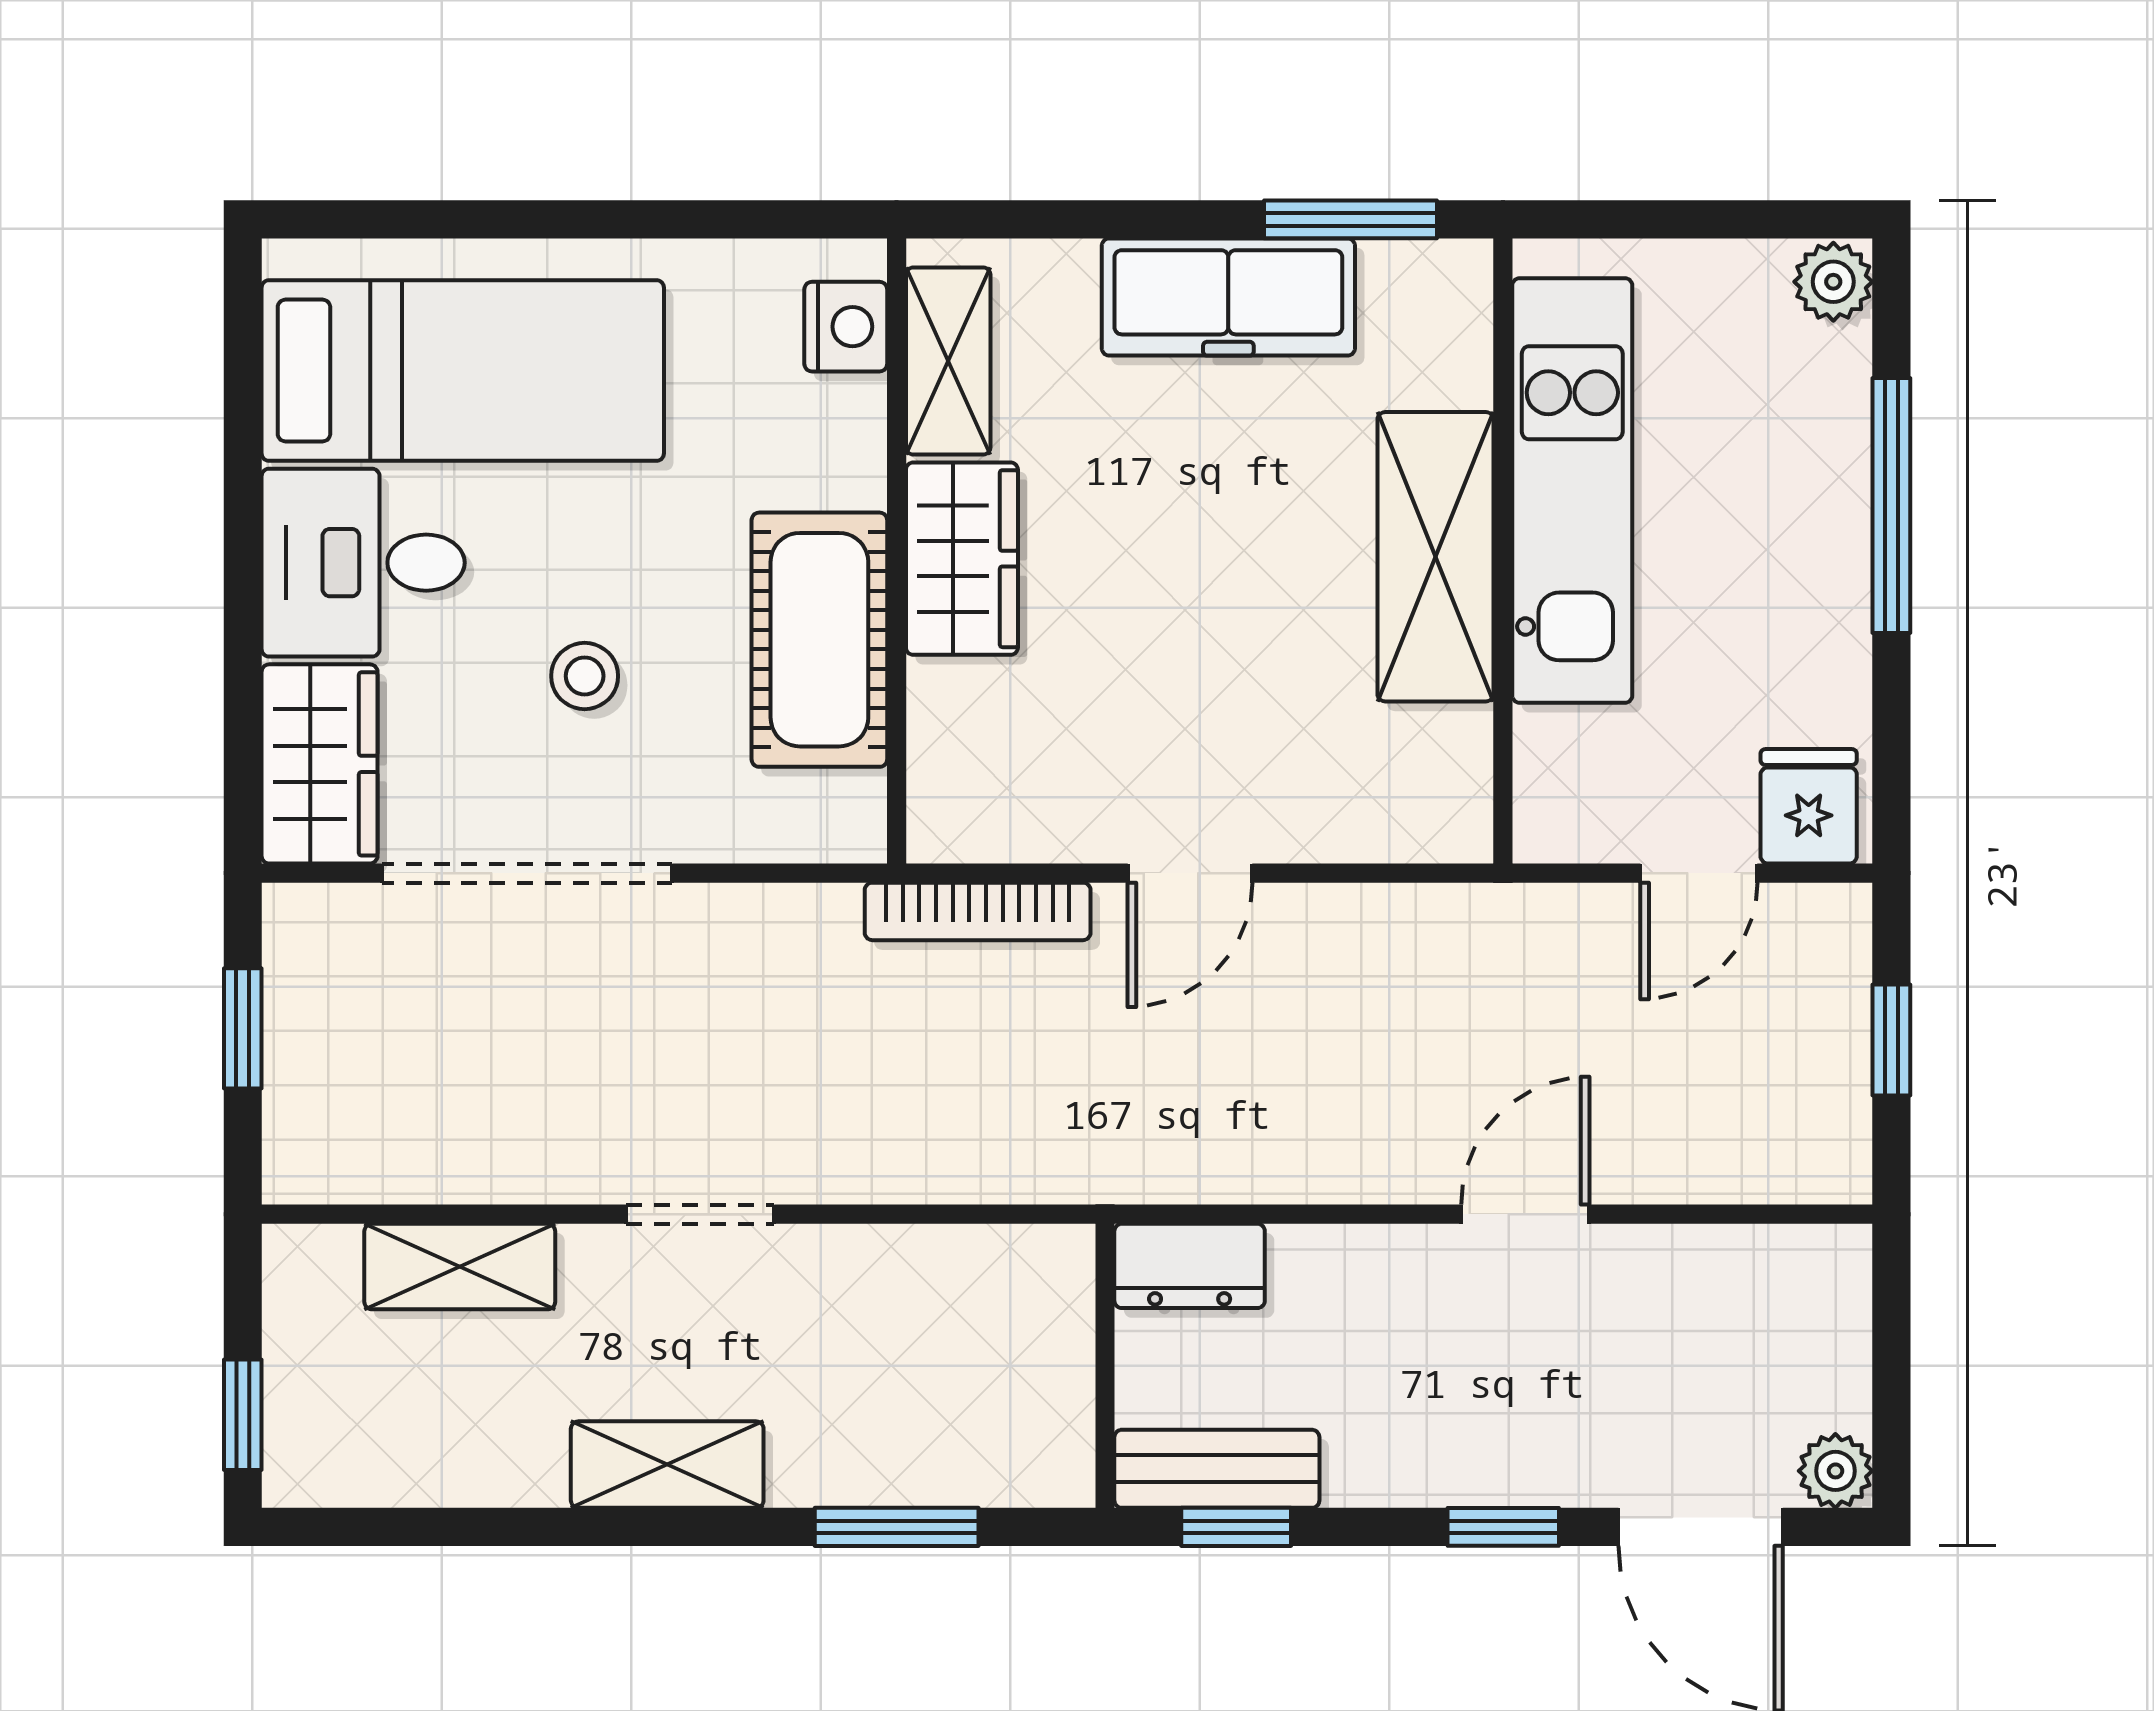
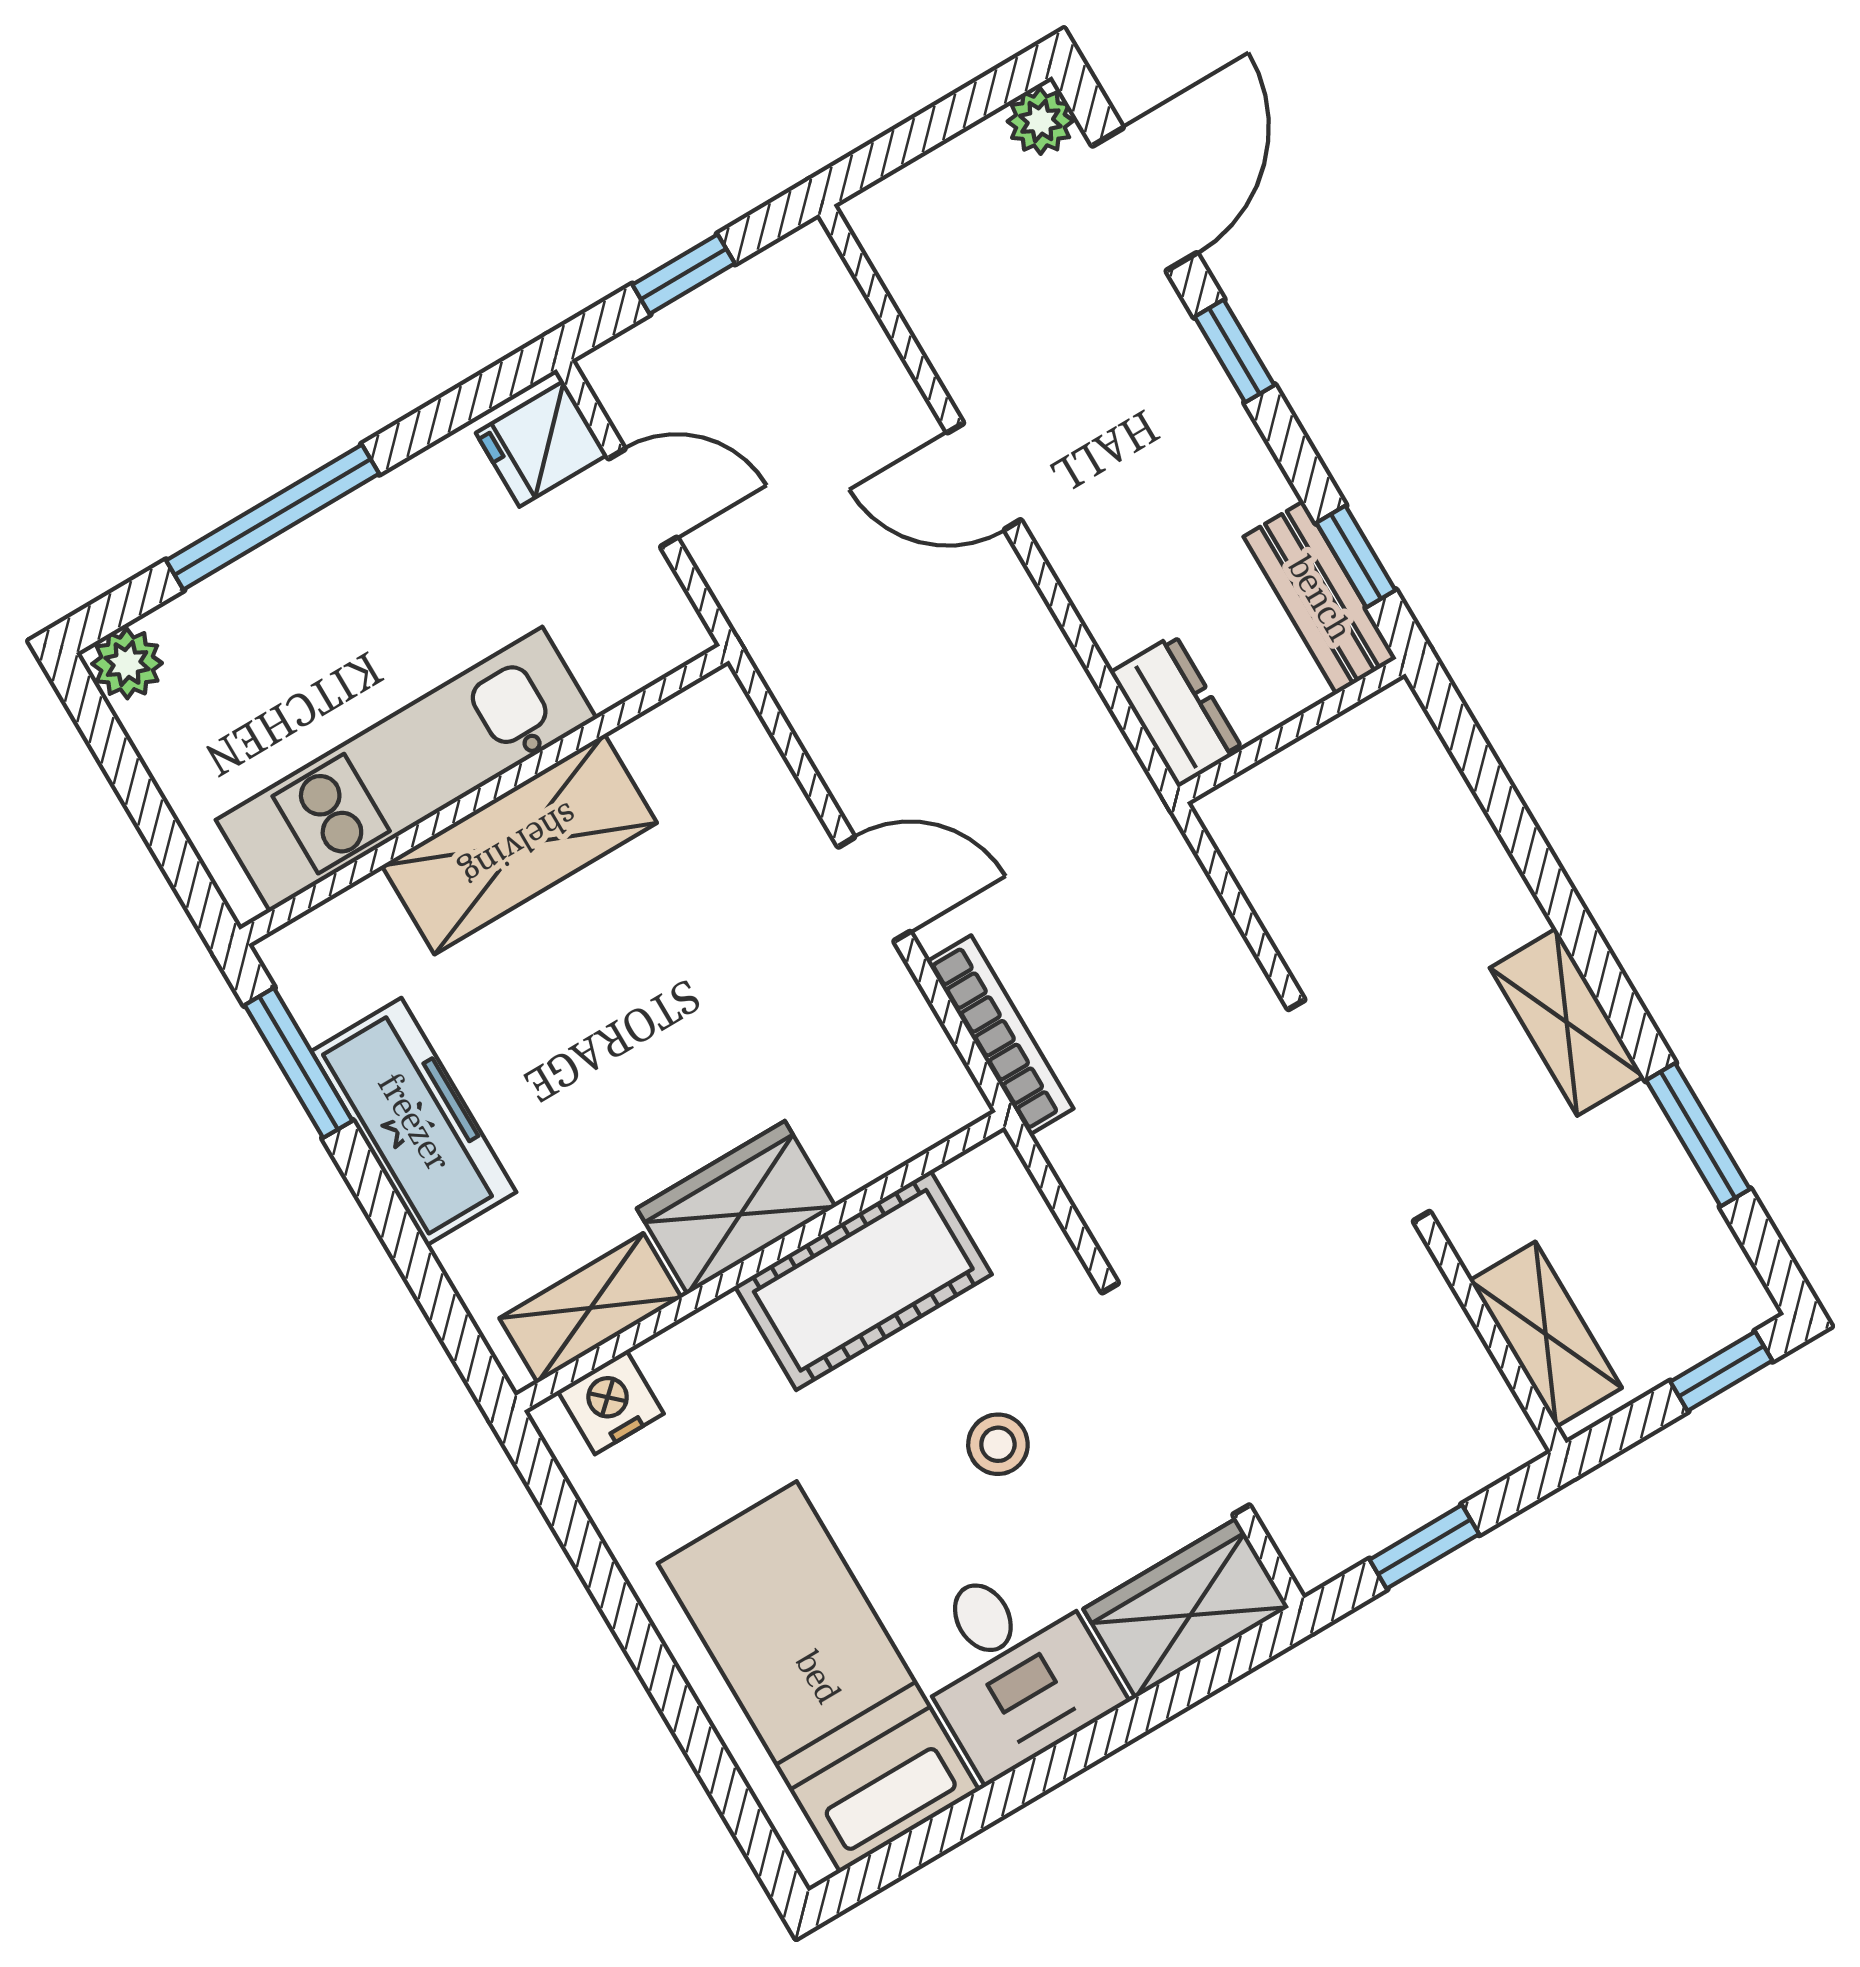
doorway: (700, 1214) -> (1359, 1110), width x1.88
shelving: (460, 1267) -> (1546, 1334), moved
window: (897, 1527) -> (1698, 1135), moved

